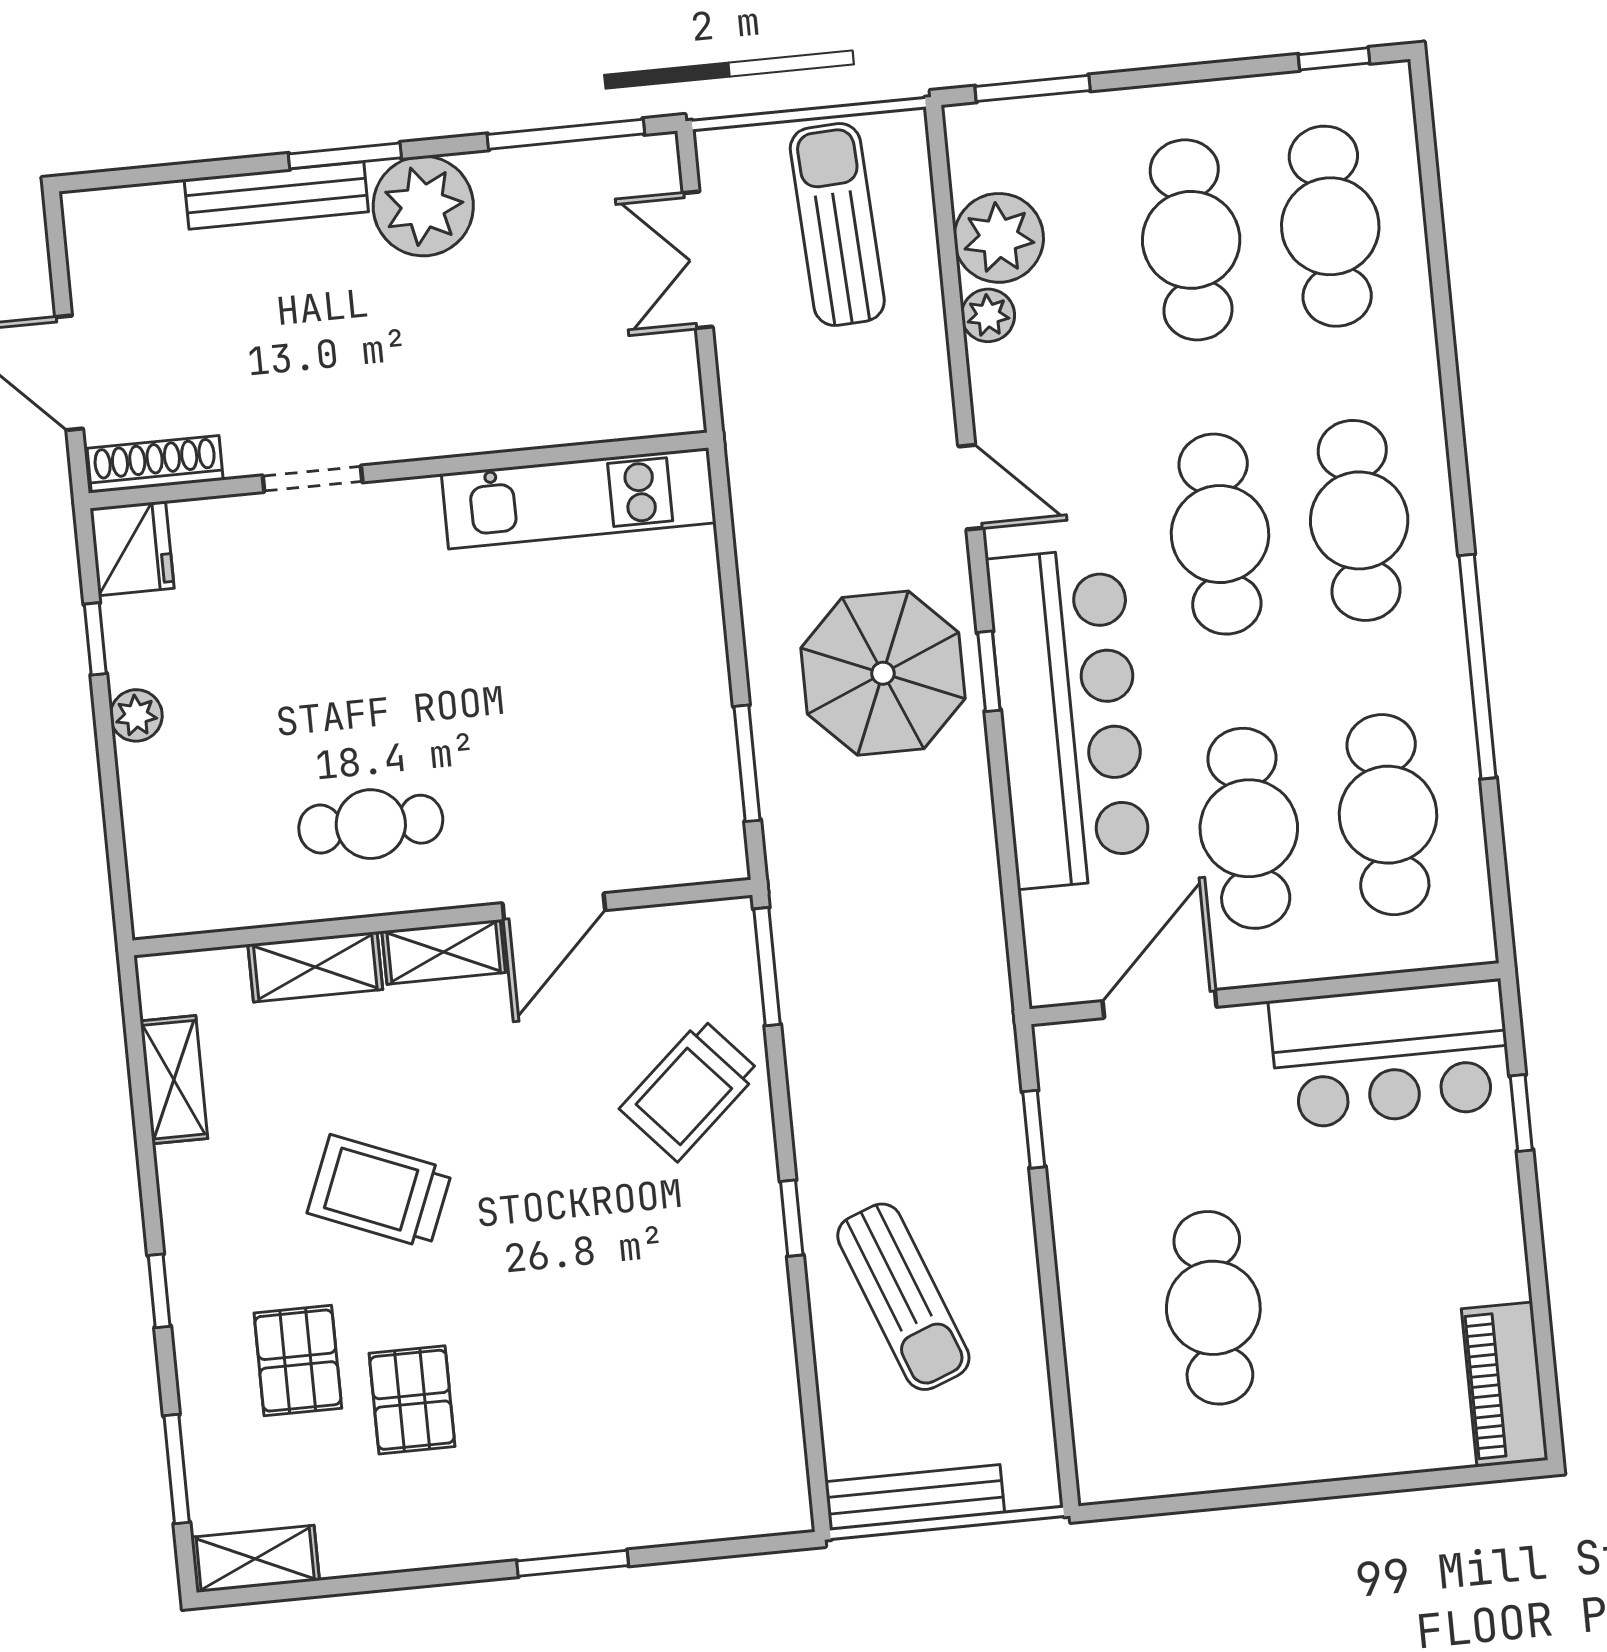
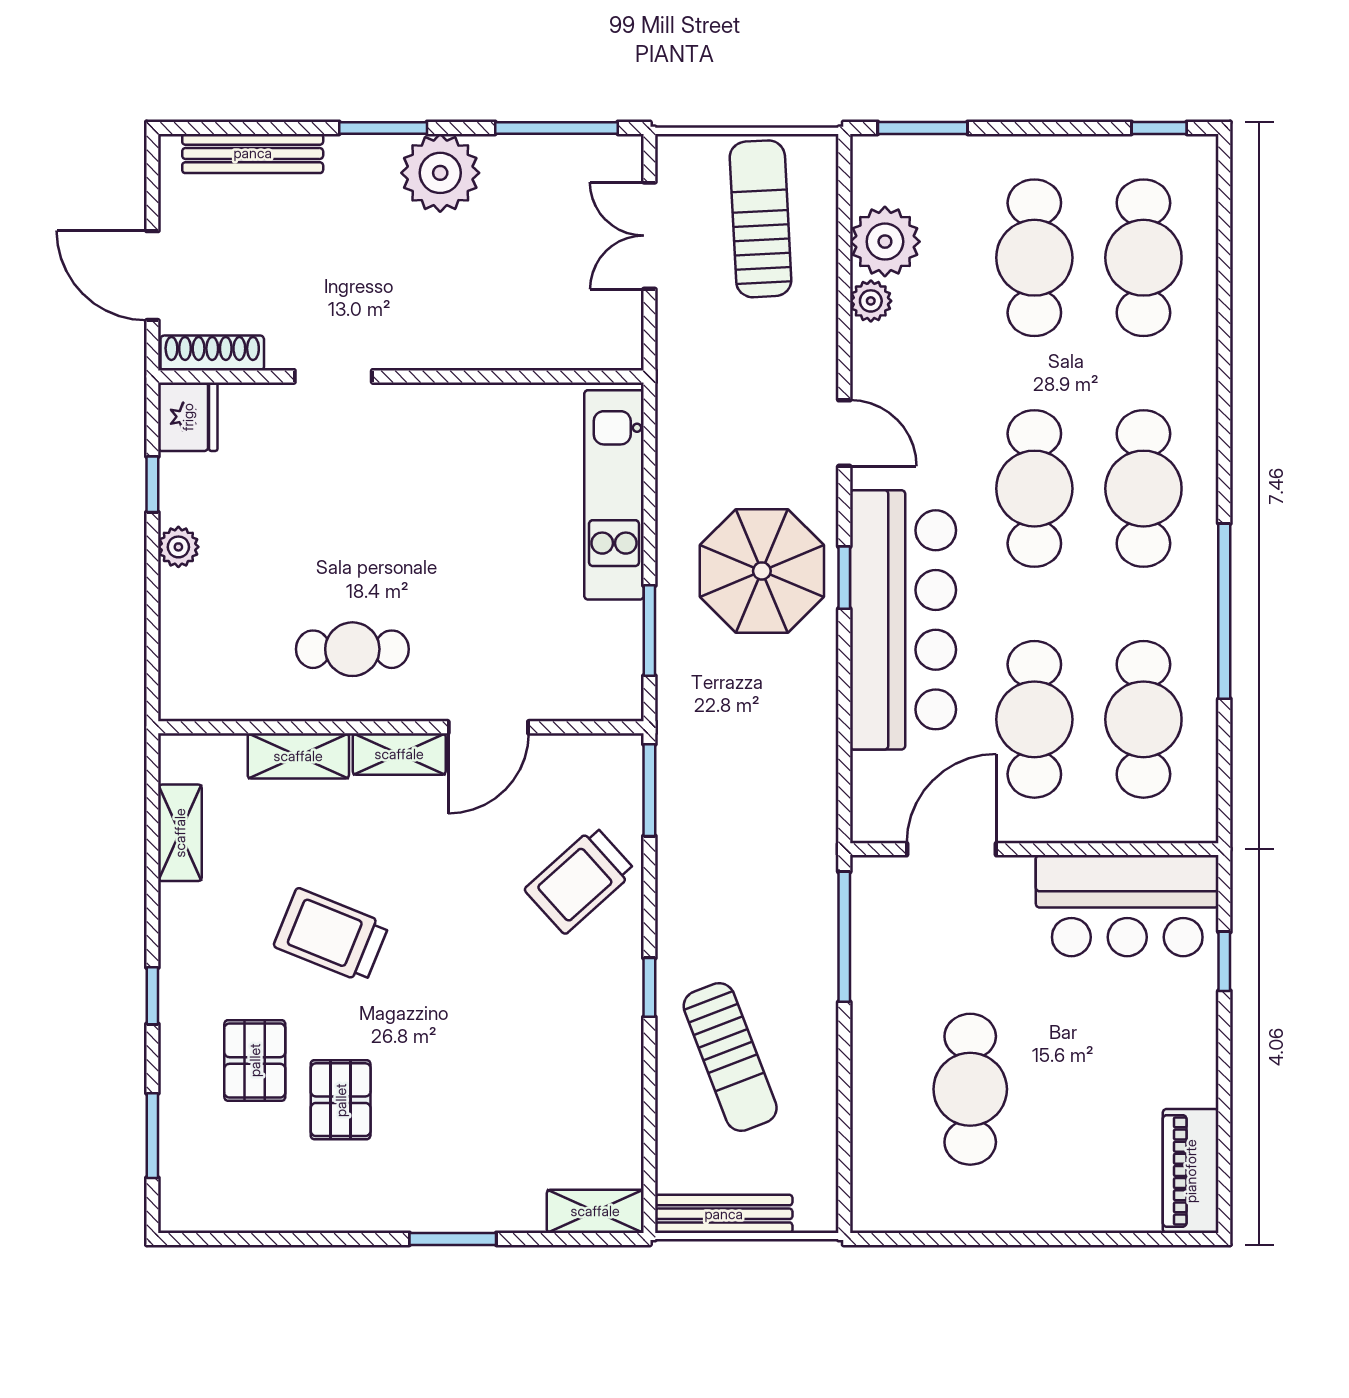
bench: (276, 195) -> (253, 153), moved
kitchen unit: (579, 498) -> (614, 495), moved, turned 90
window: (1034, 1129) -> (844, 937), width x2.17
shelving: (255, 1559) -> (595, 1211), moved

